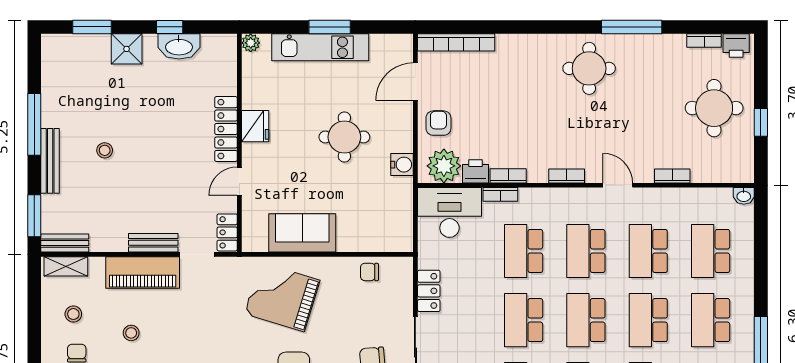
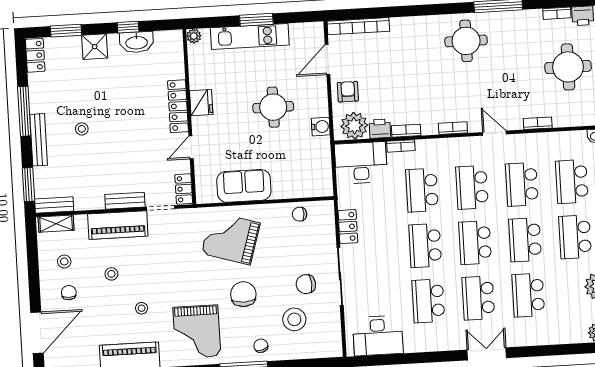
locker: (52, 55) -> (35, 55), added

